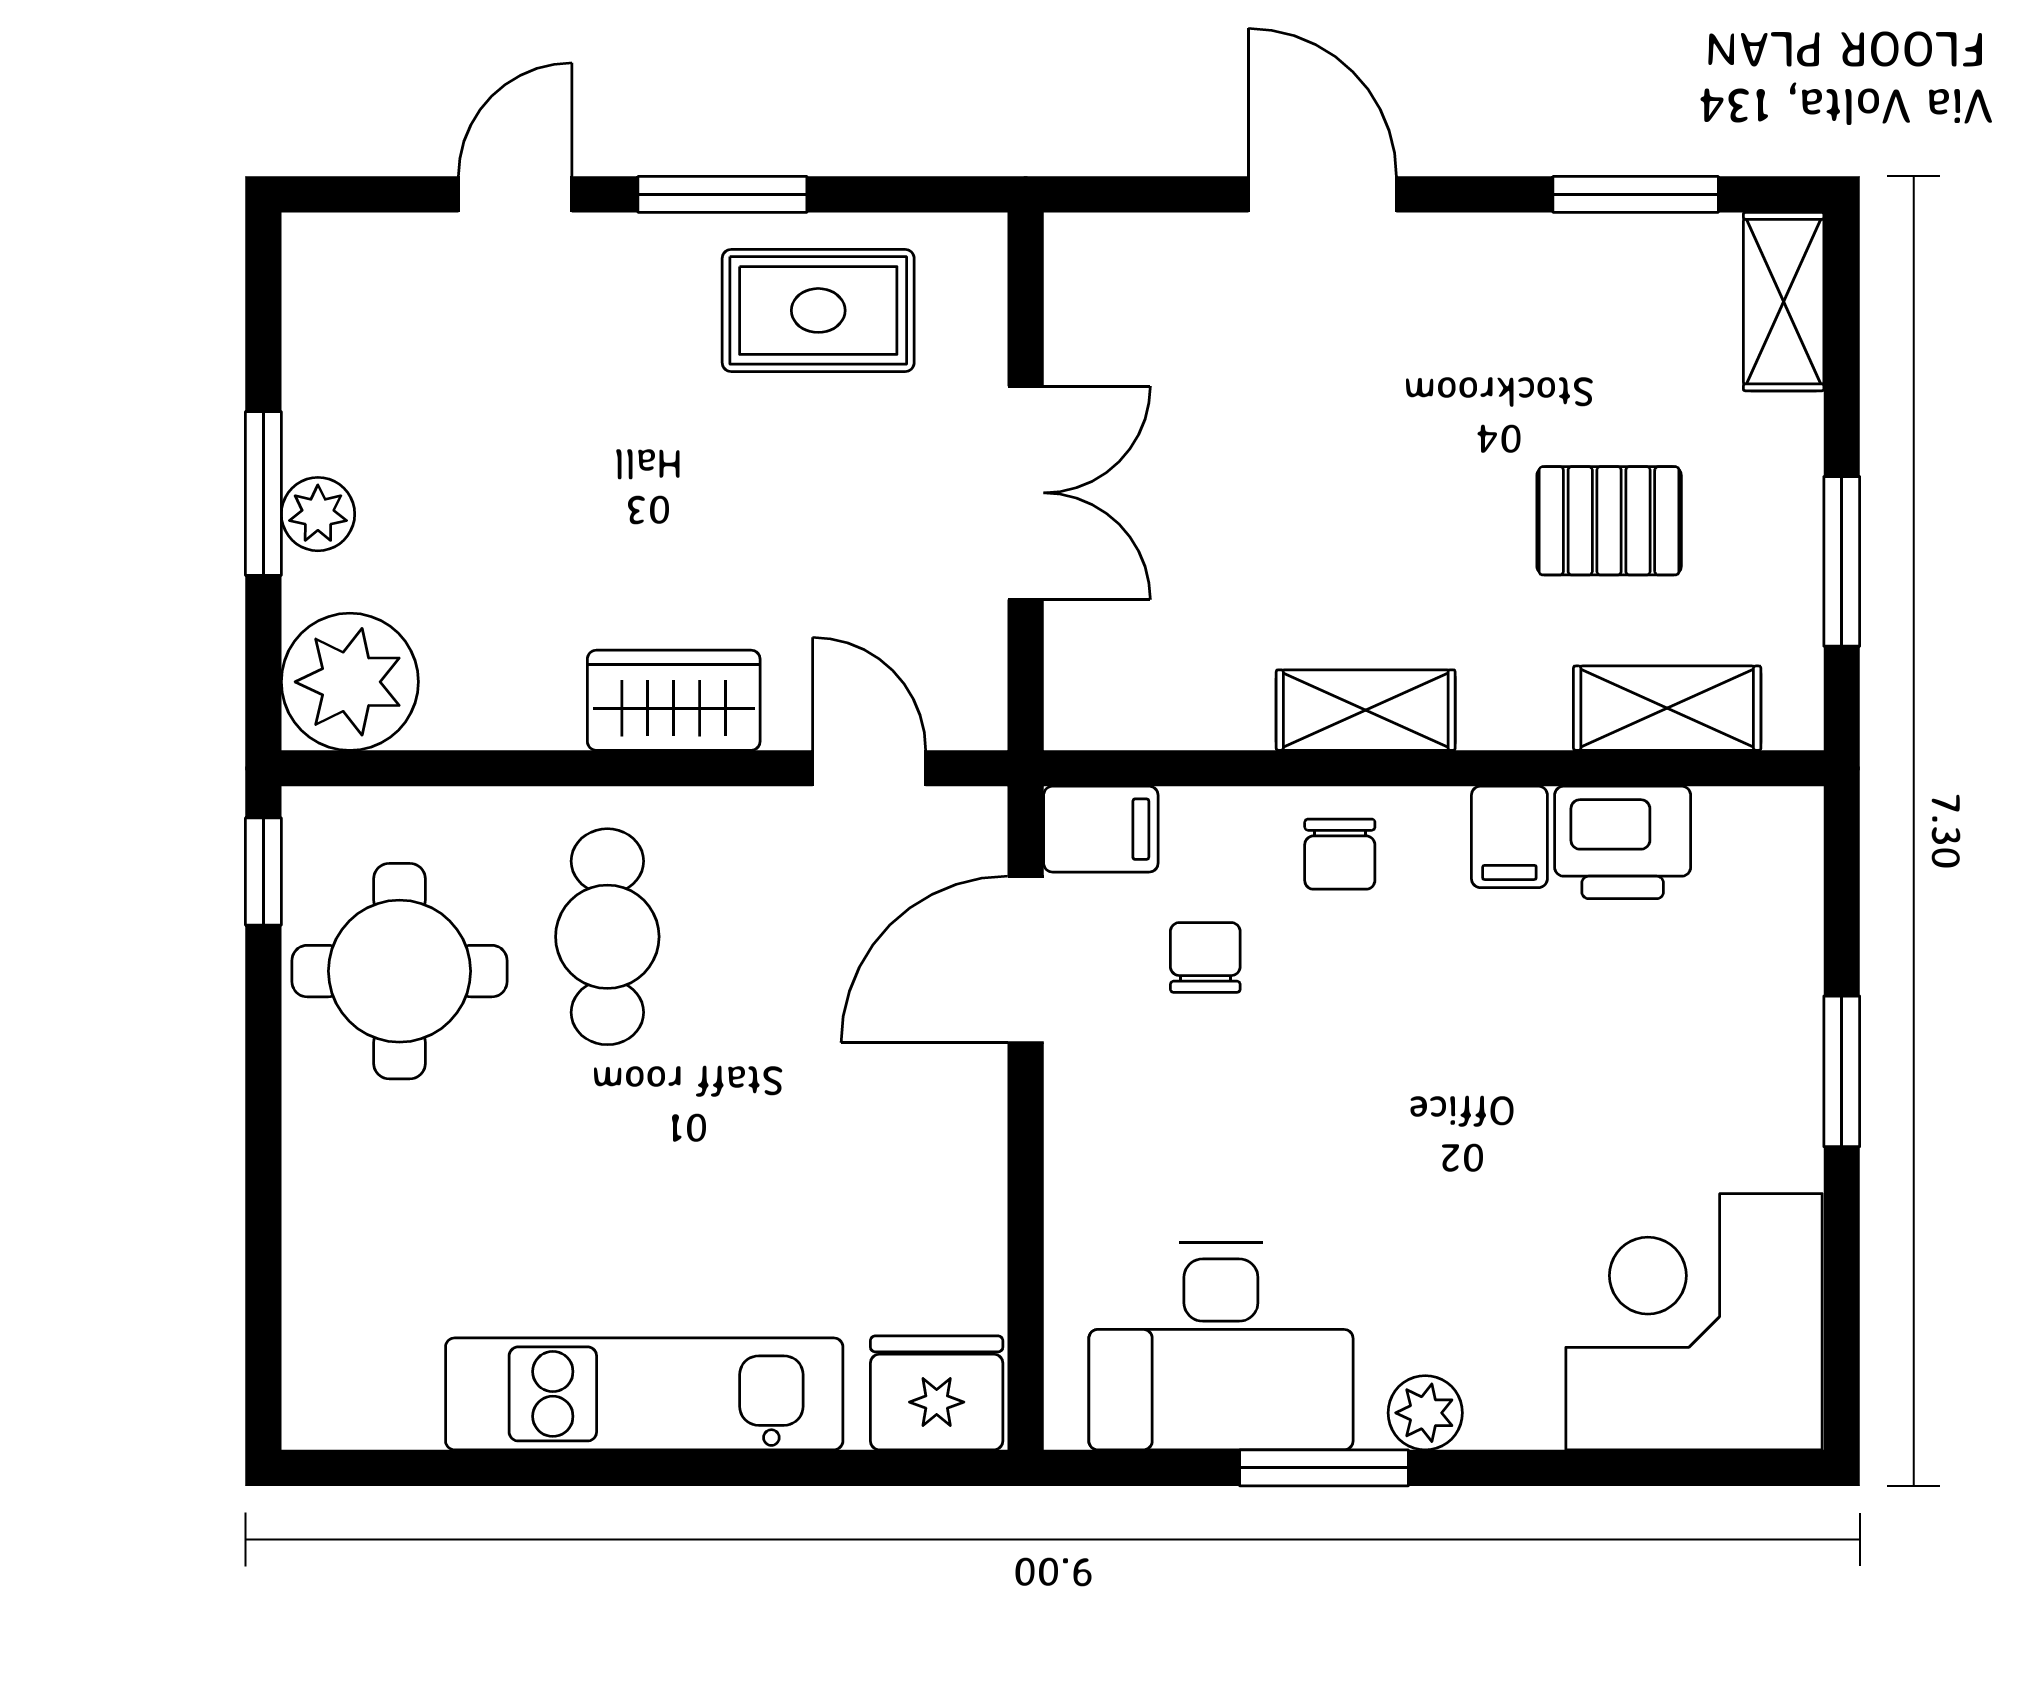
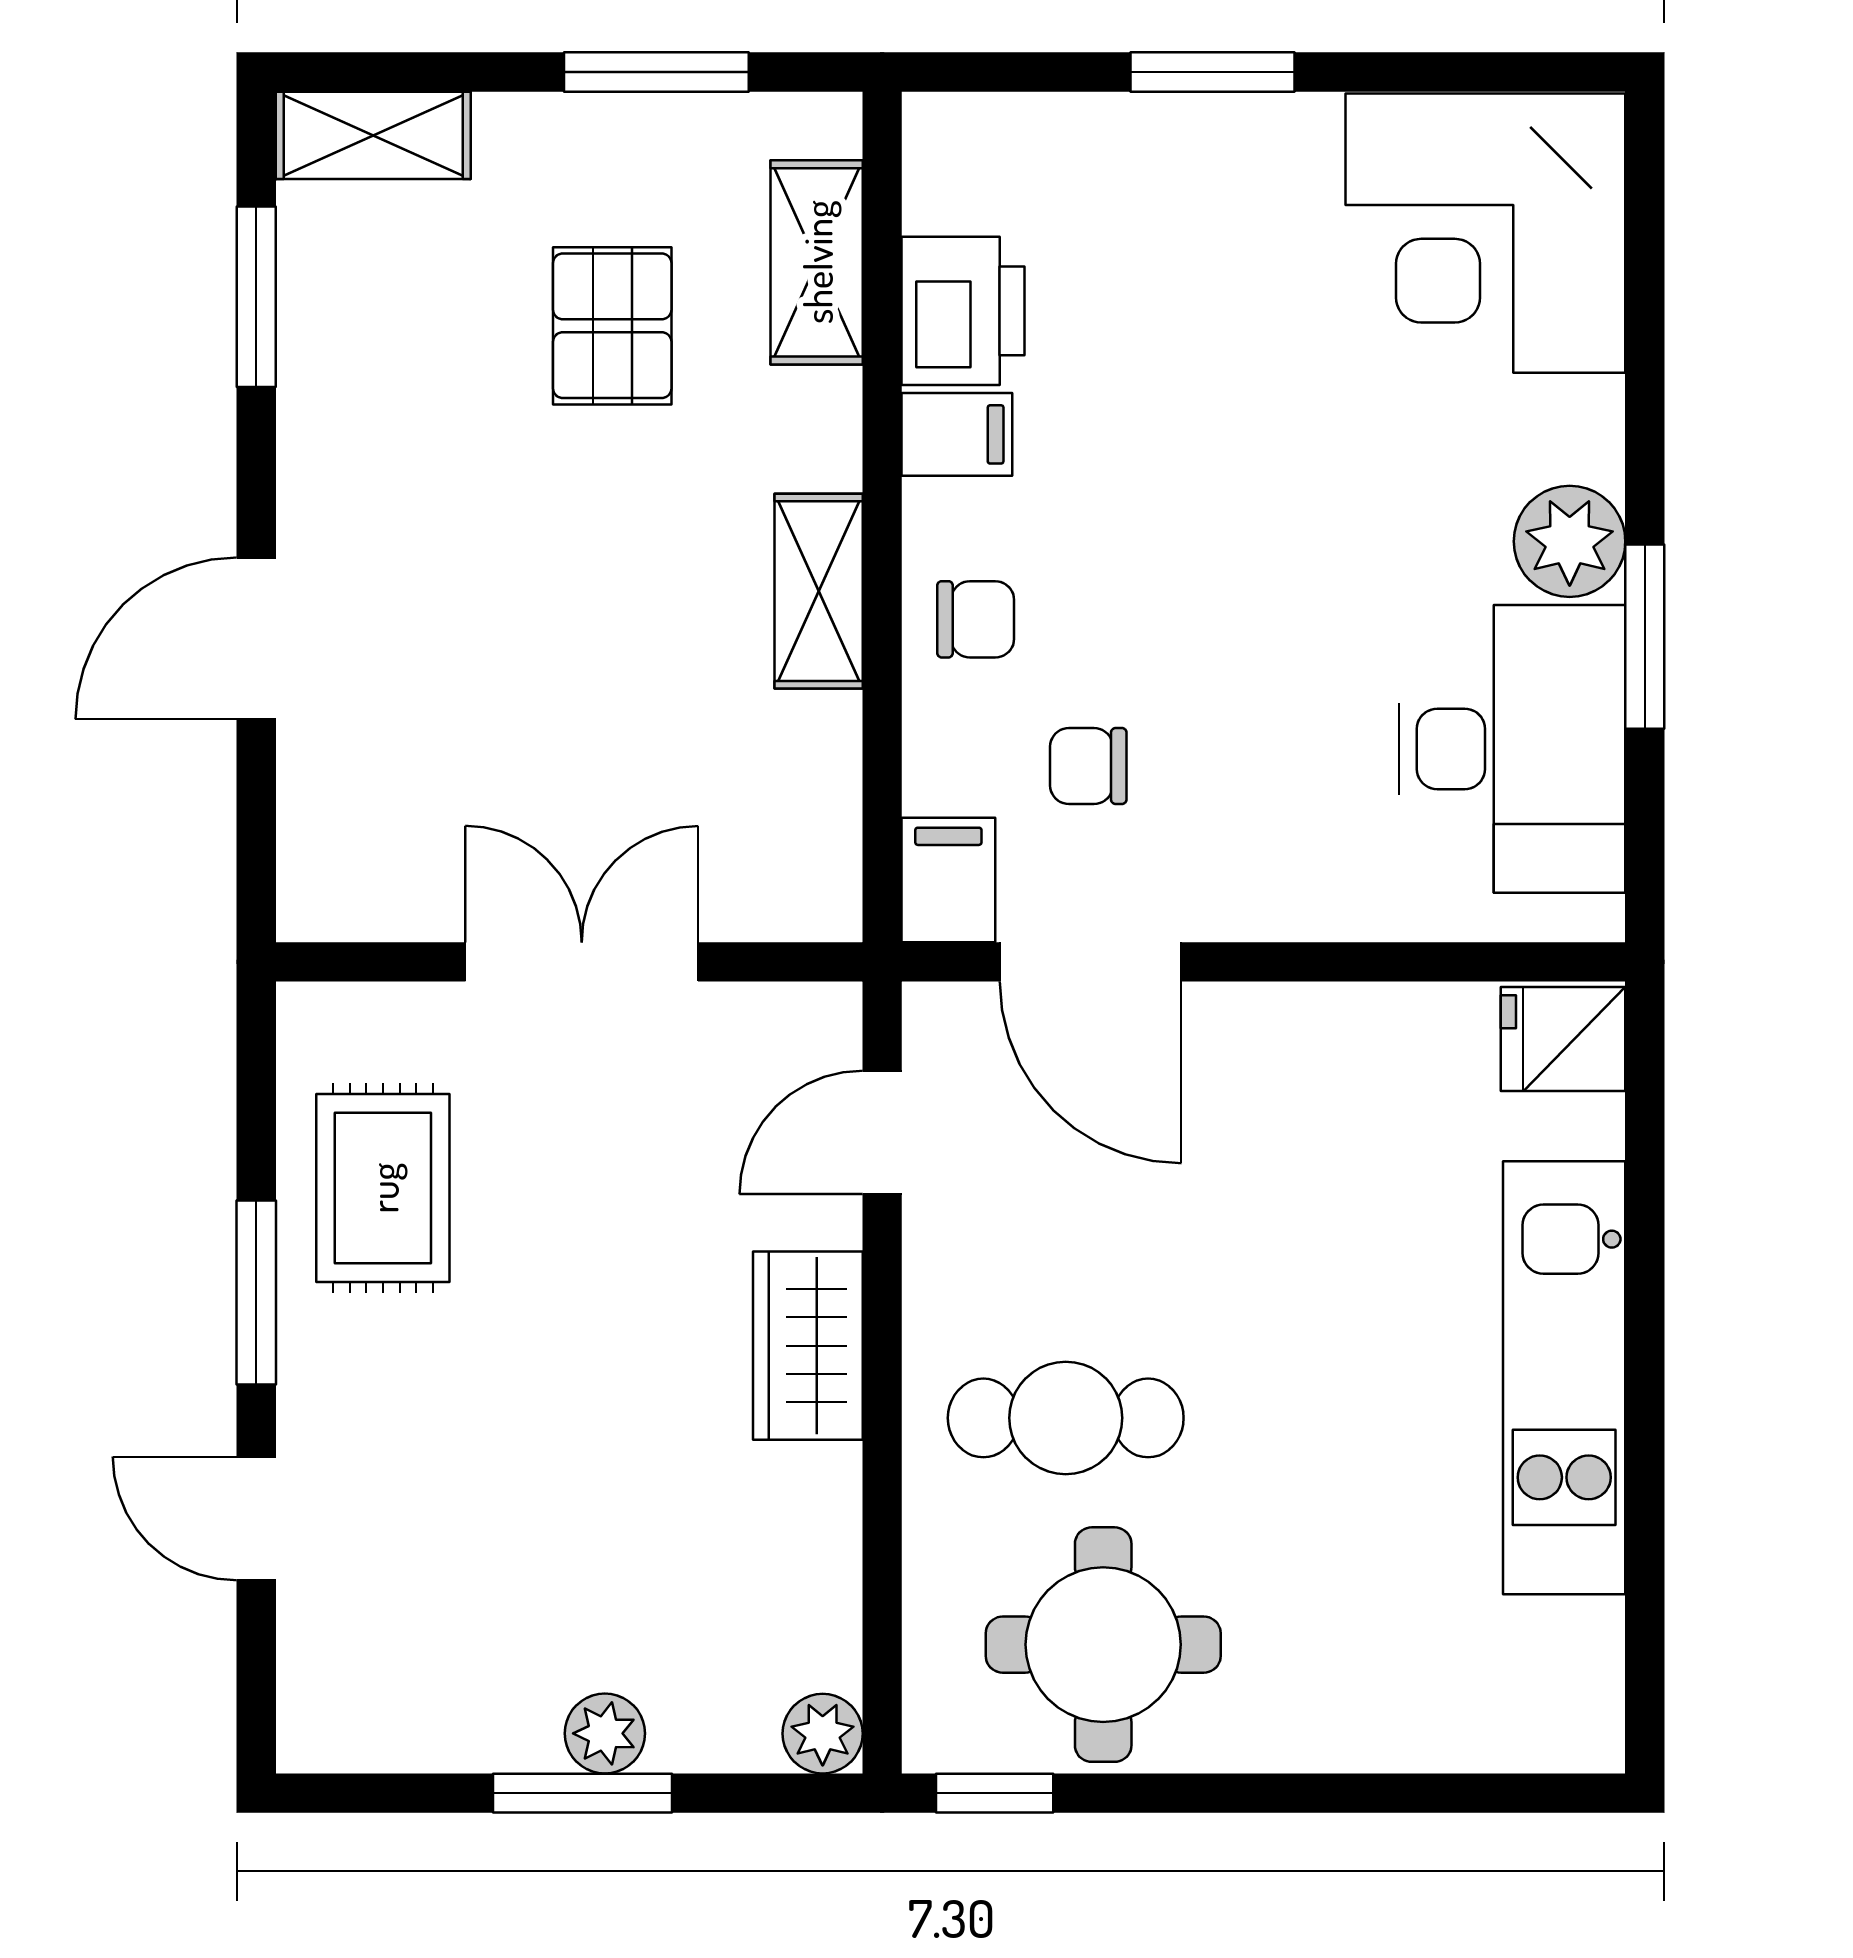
plant: (350, 682) -> (823, 1734), width x0.53, depth x0.53
fridge: (937, 1393) -> (1563, 1039), width x0.72
plant: (1425, 1413) -> (1570, 541), width x1.38, depth x1.38

